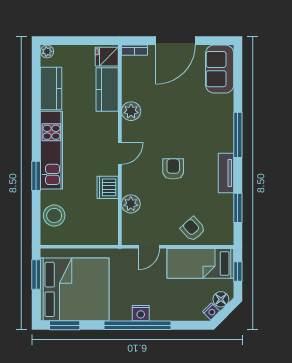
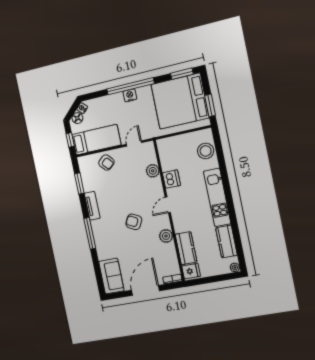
armchair: (173, 169) -> (134, 222), moved, turned 117
window: (36, 176) -> (225, 177), removed

